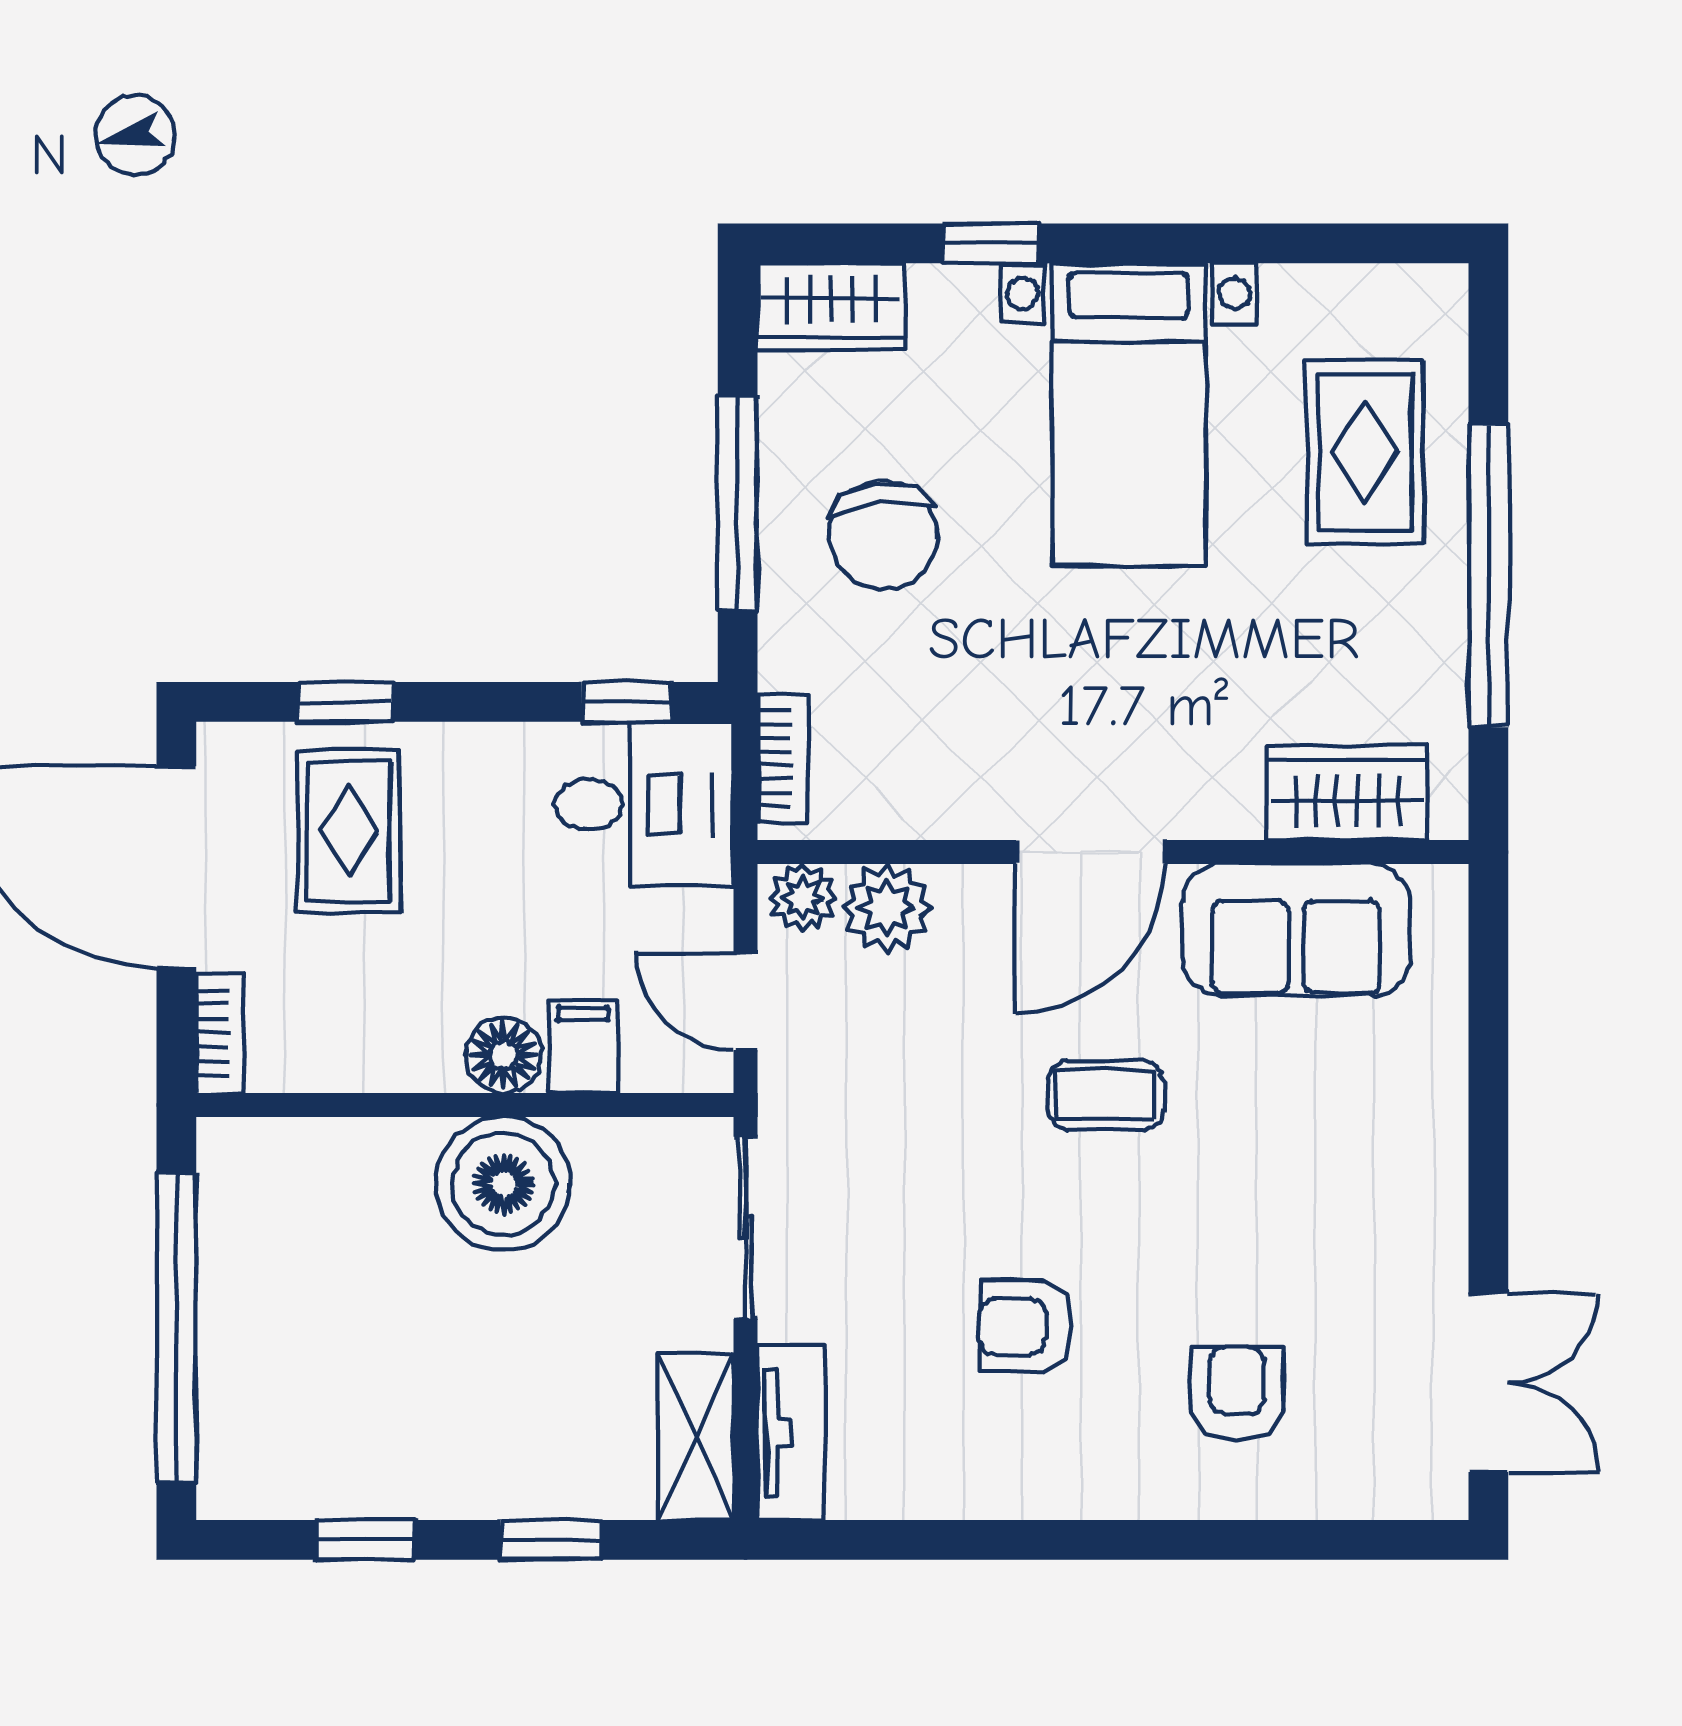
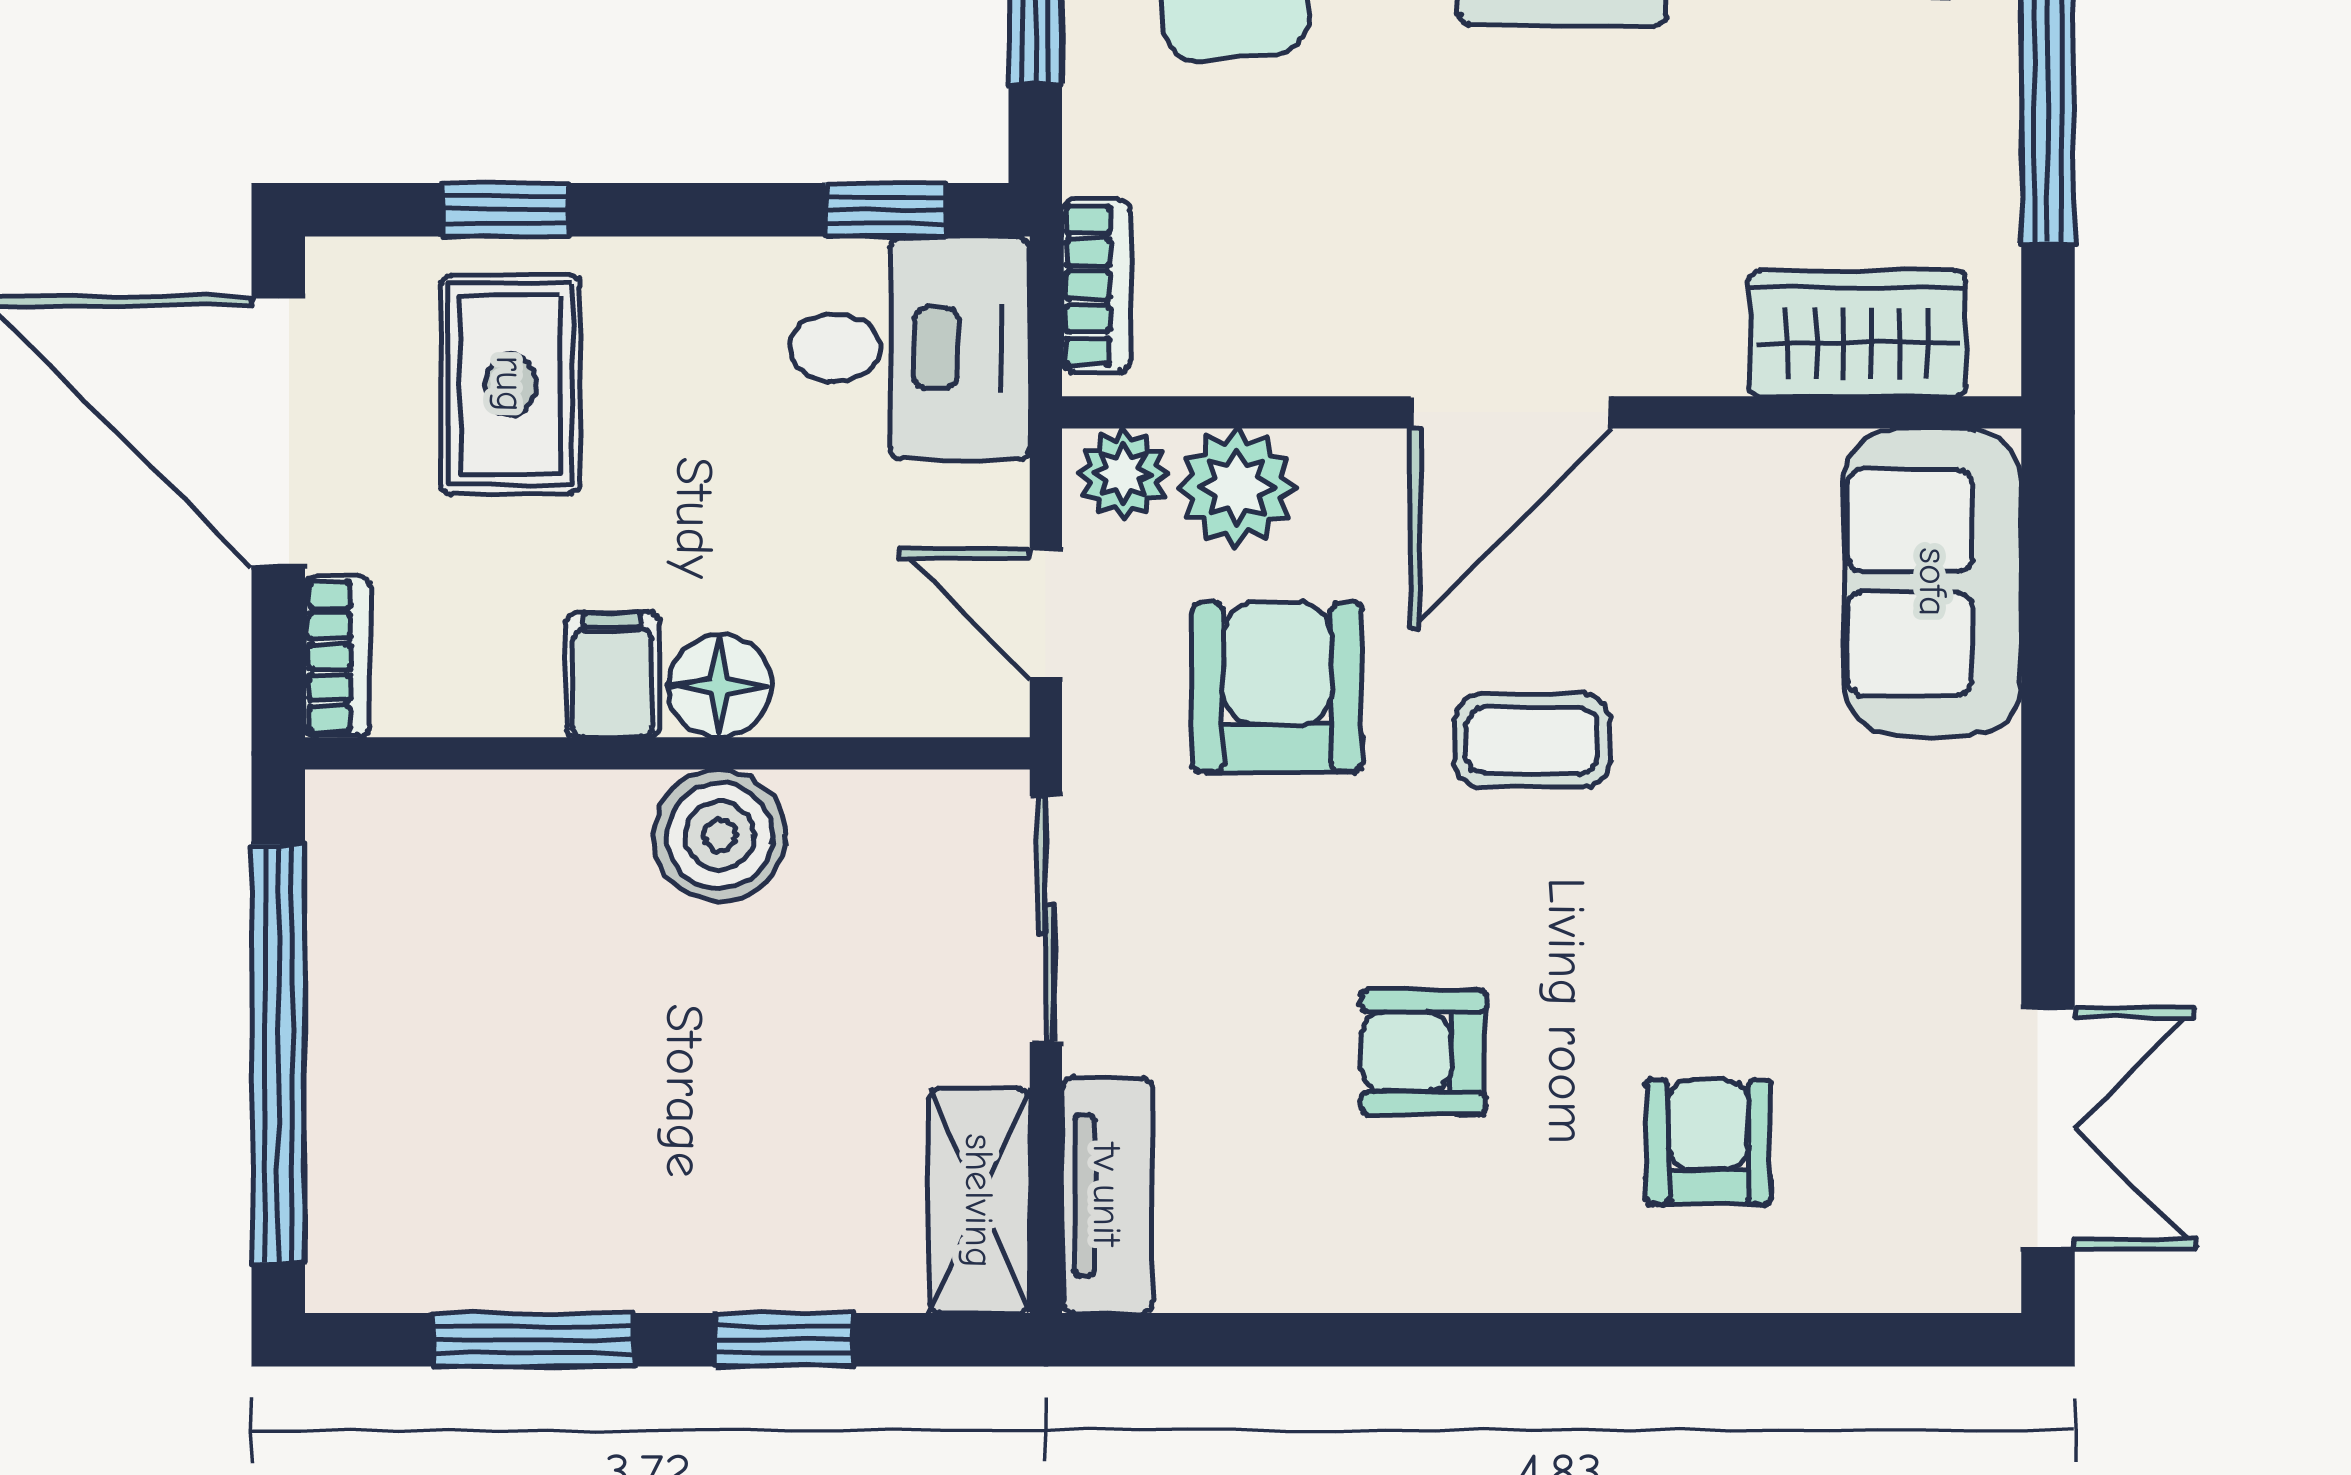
sofa: (1296, 930) -> (1933, 582), moved, turned 90
filing cabinet: (583, 1047) -> (612, 675), moved
armchair: (917, 1056) -> (1277, 687), added
boiler: (503, 1184) -> (719, 836), width x0.73, depth x0.73
window: (365, 1540) -> (533, 1340), width x1.50

